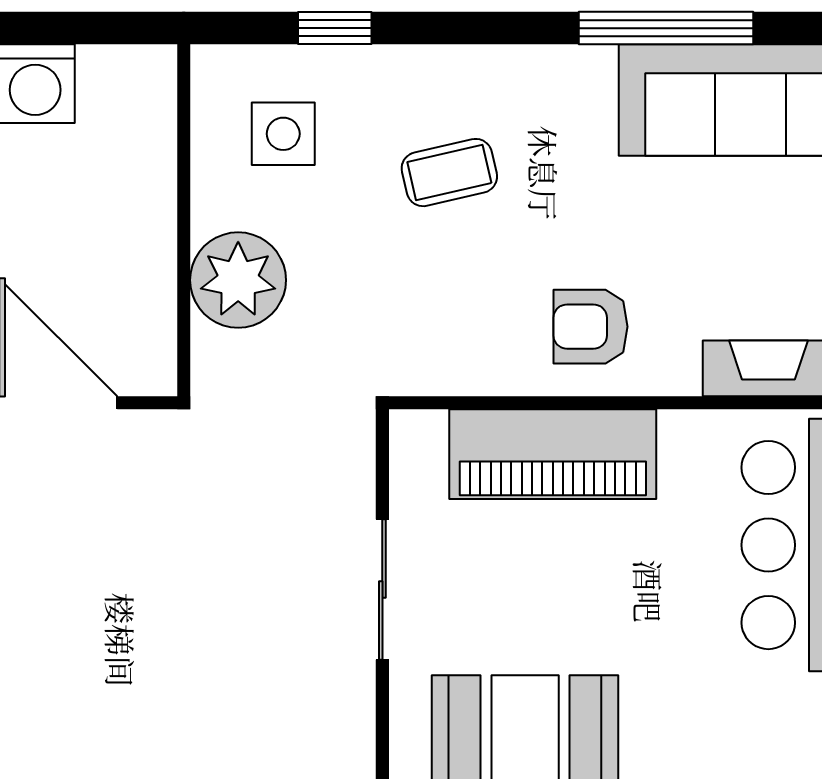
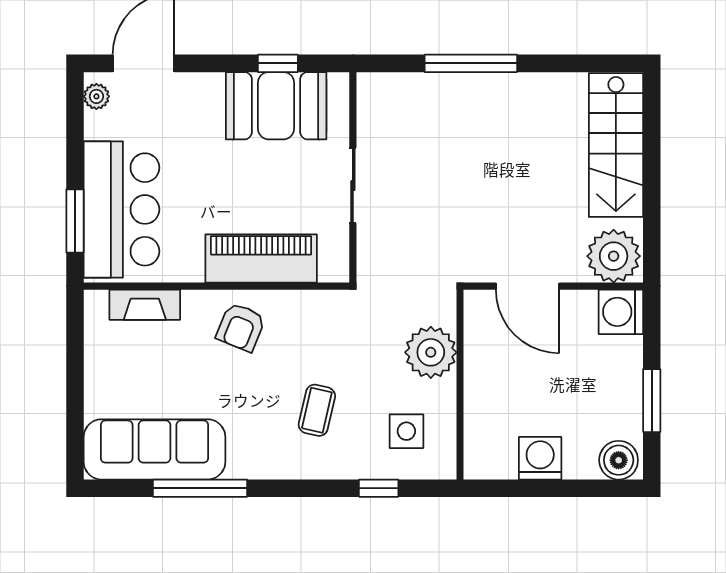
coffee table: (449, 173) -> (317, 410), turned -64
armchair: (591, 327) -> (241, 327), turned 112

